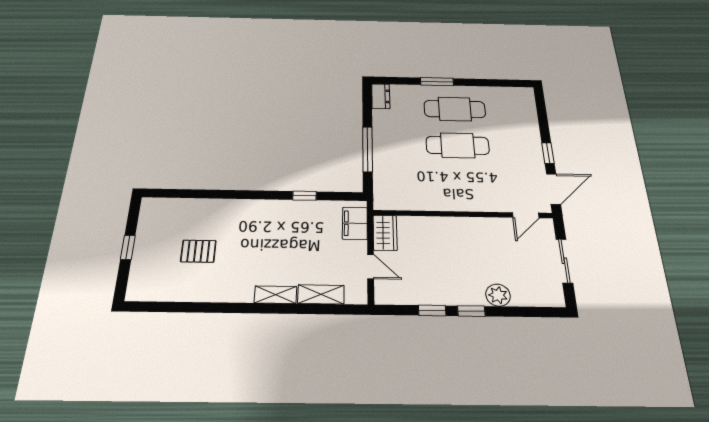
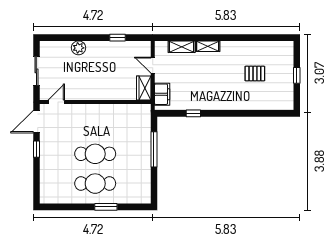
dresser: (381, 96) -> (145, 193), removed
window: (471, 311) -> (95, 38), removed

